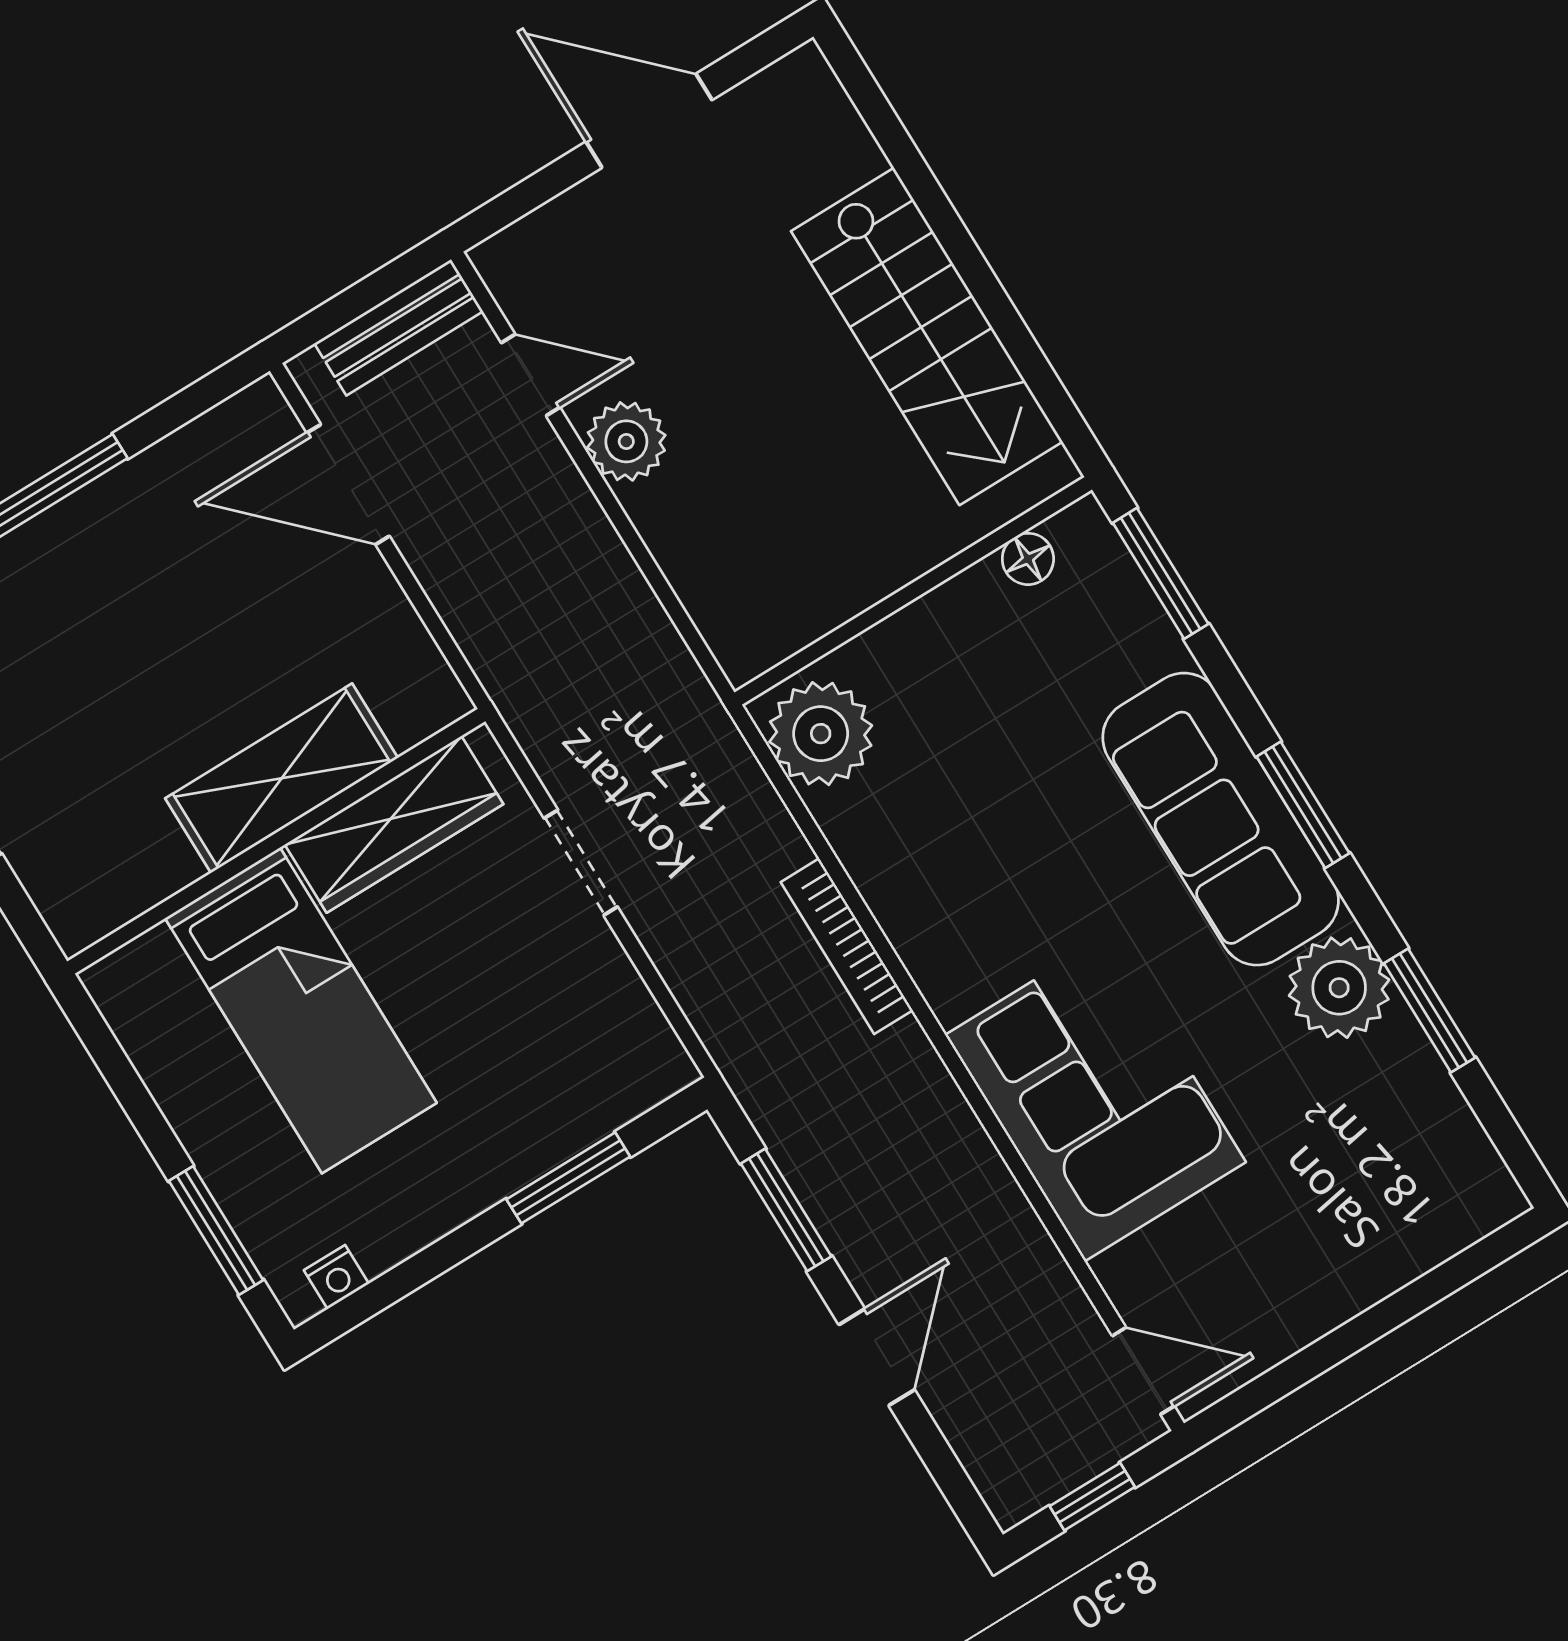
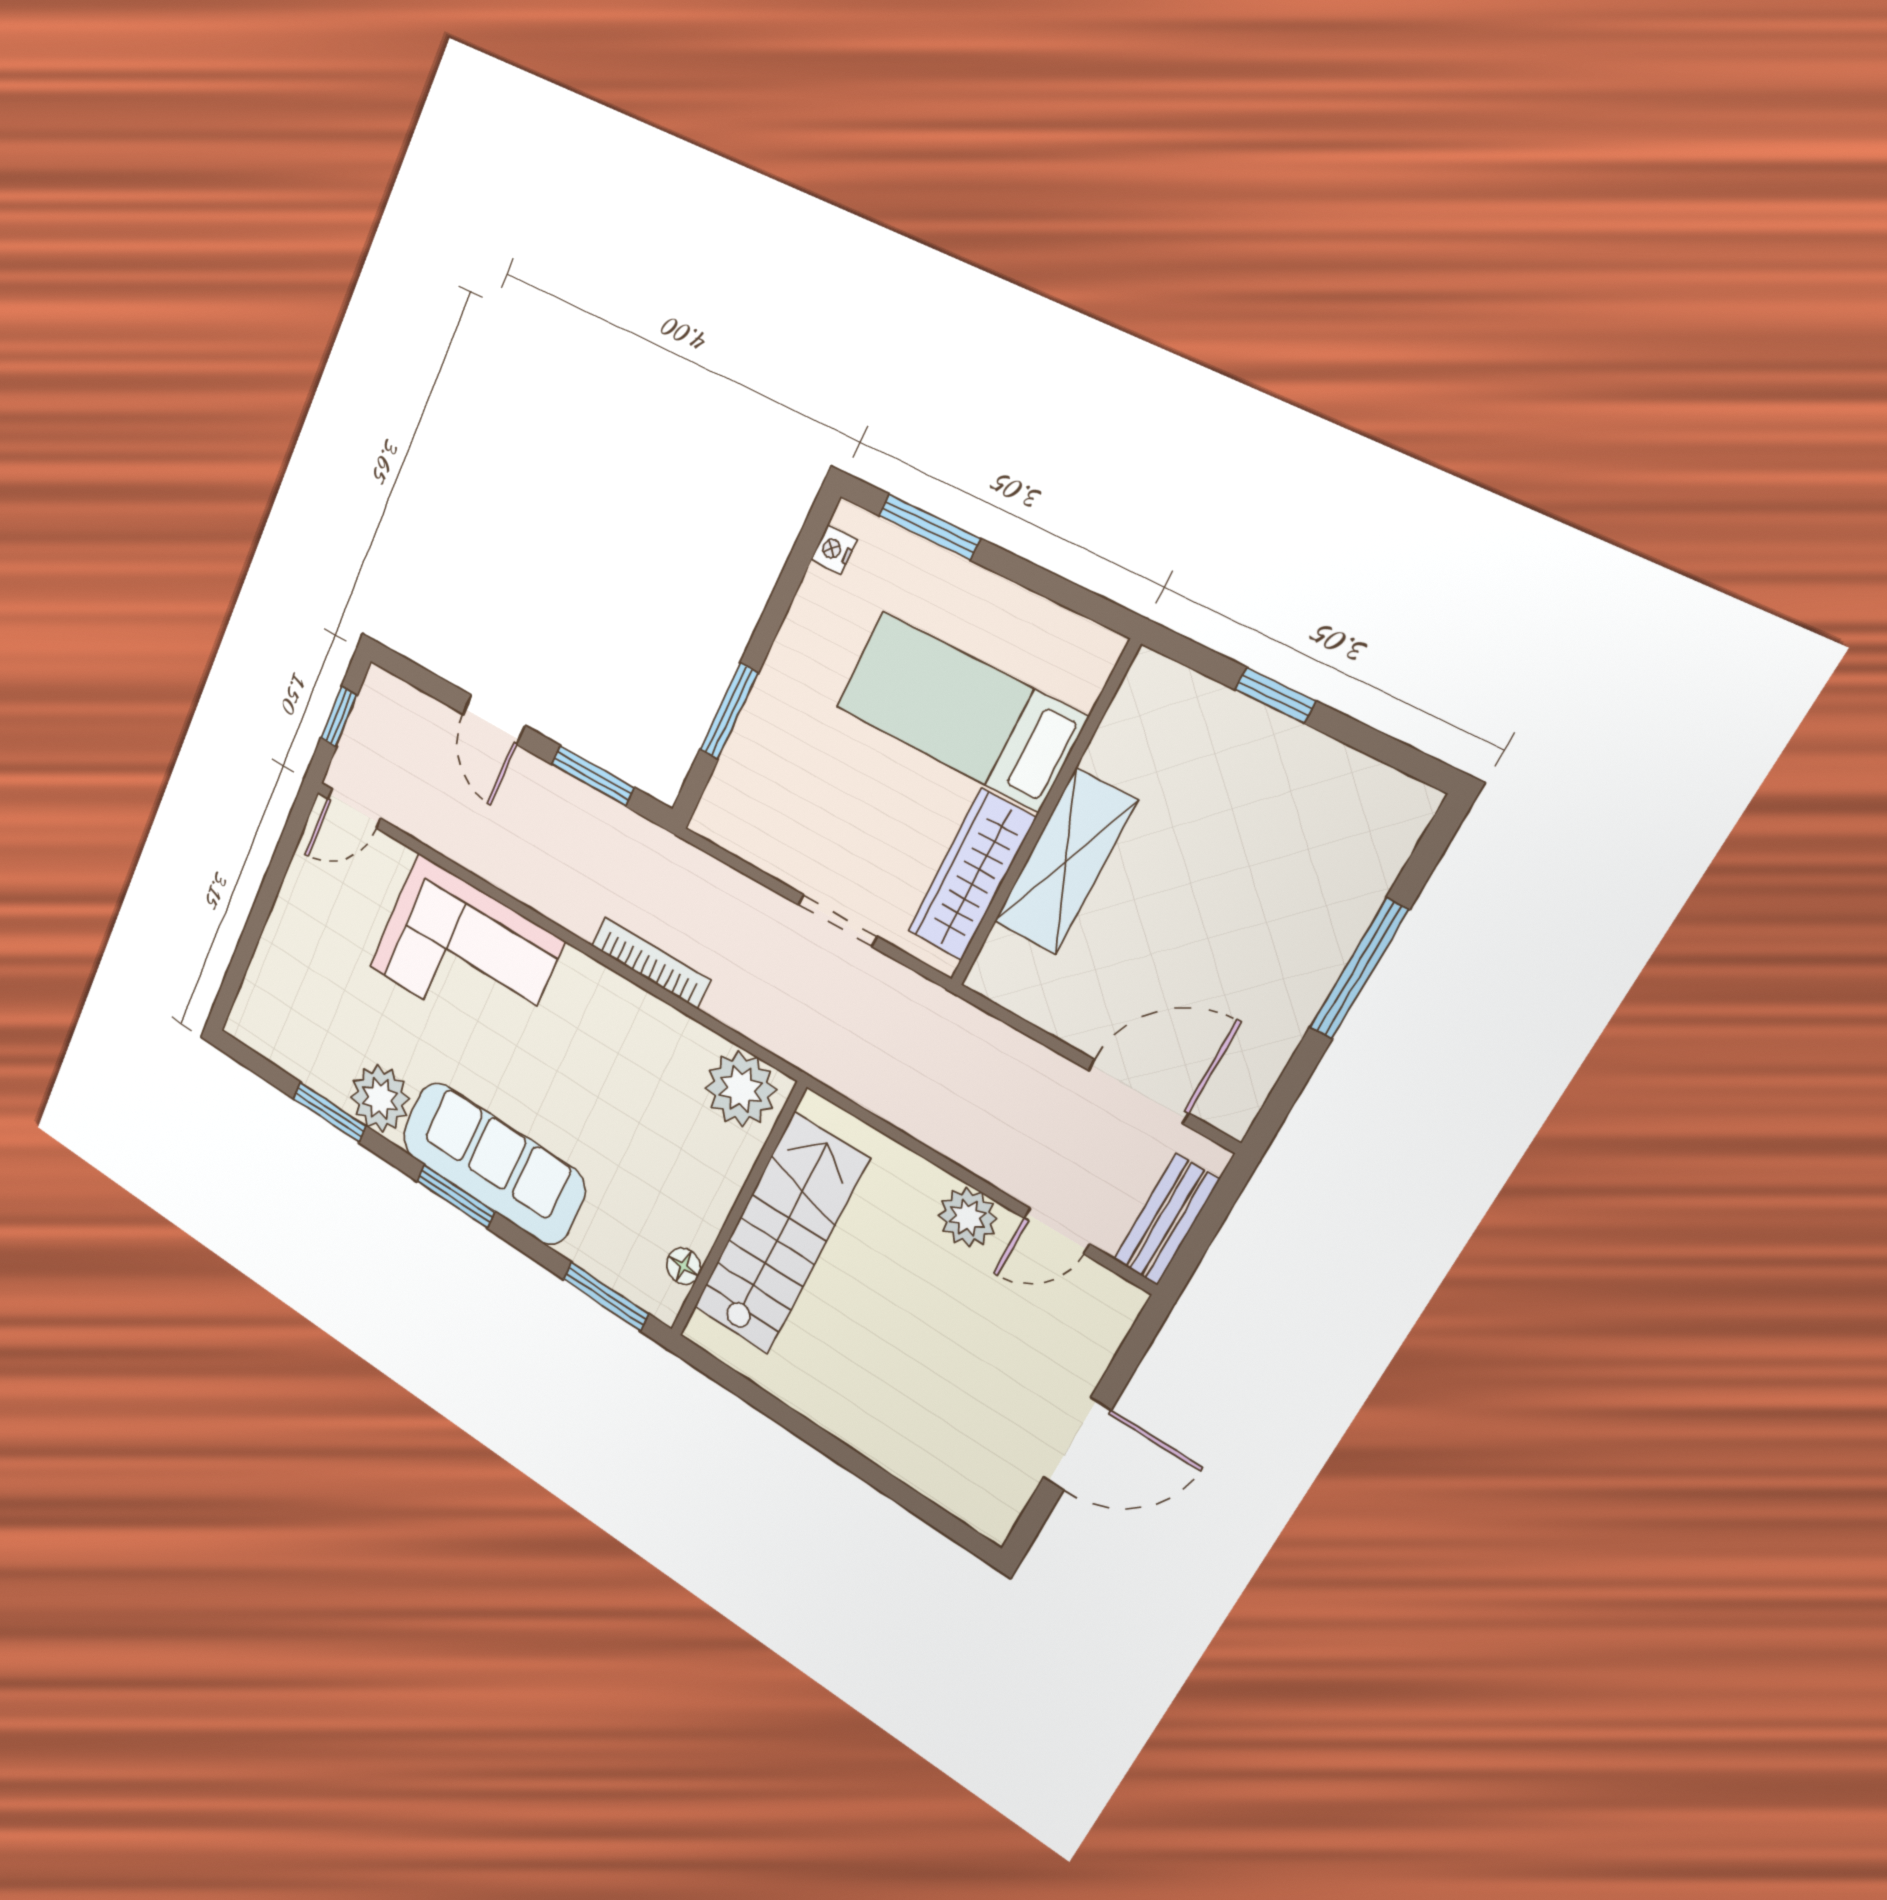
stairs: (927, 336) -> (780, 1234), moved, turned 90

